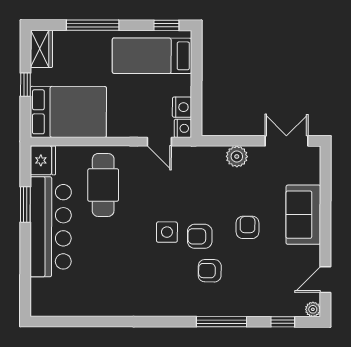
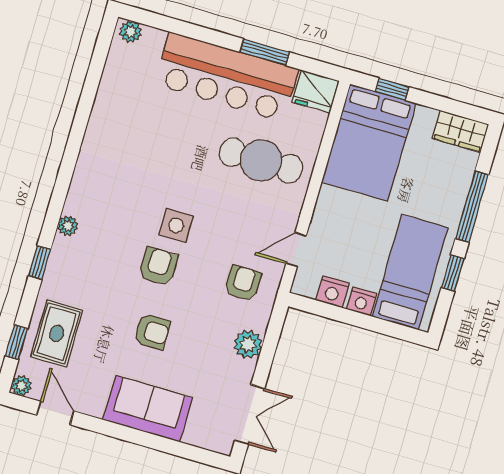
window: (166, 25) -> (453, 273), moved
window: (25, 85) -> (392, 89), moved
nightstand: (183, 128) -> (361, 301), moved
armchair: (210, 271) -> (243, 283), moved
rug: (268, 295) -> (57, 333), added
plant: (38, 304) -> (131, 32), added
plant: (189, 309) -> (68, 226), added
window: (221, 322) -> (40, 263), width x0.46

